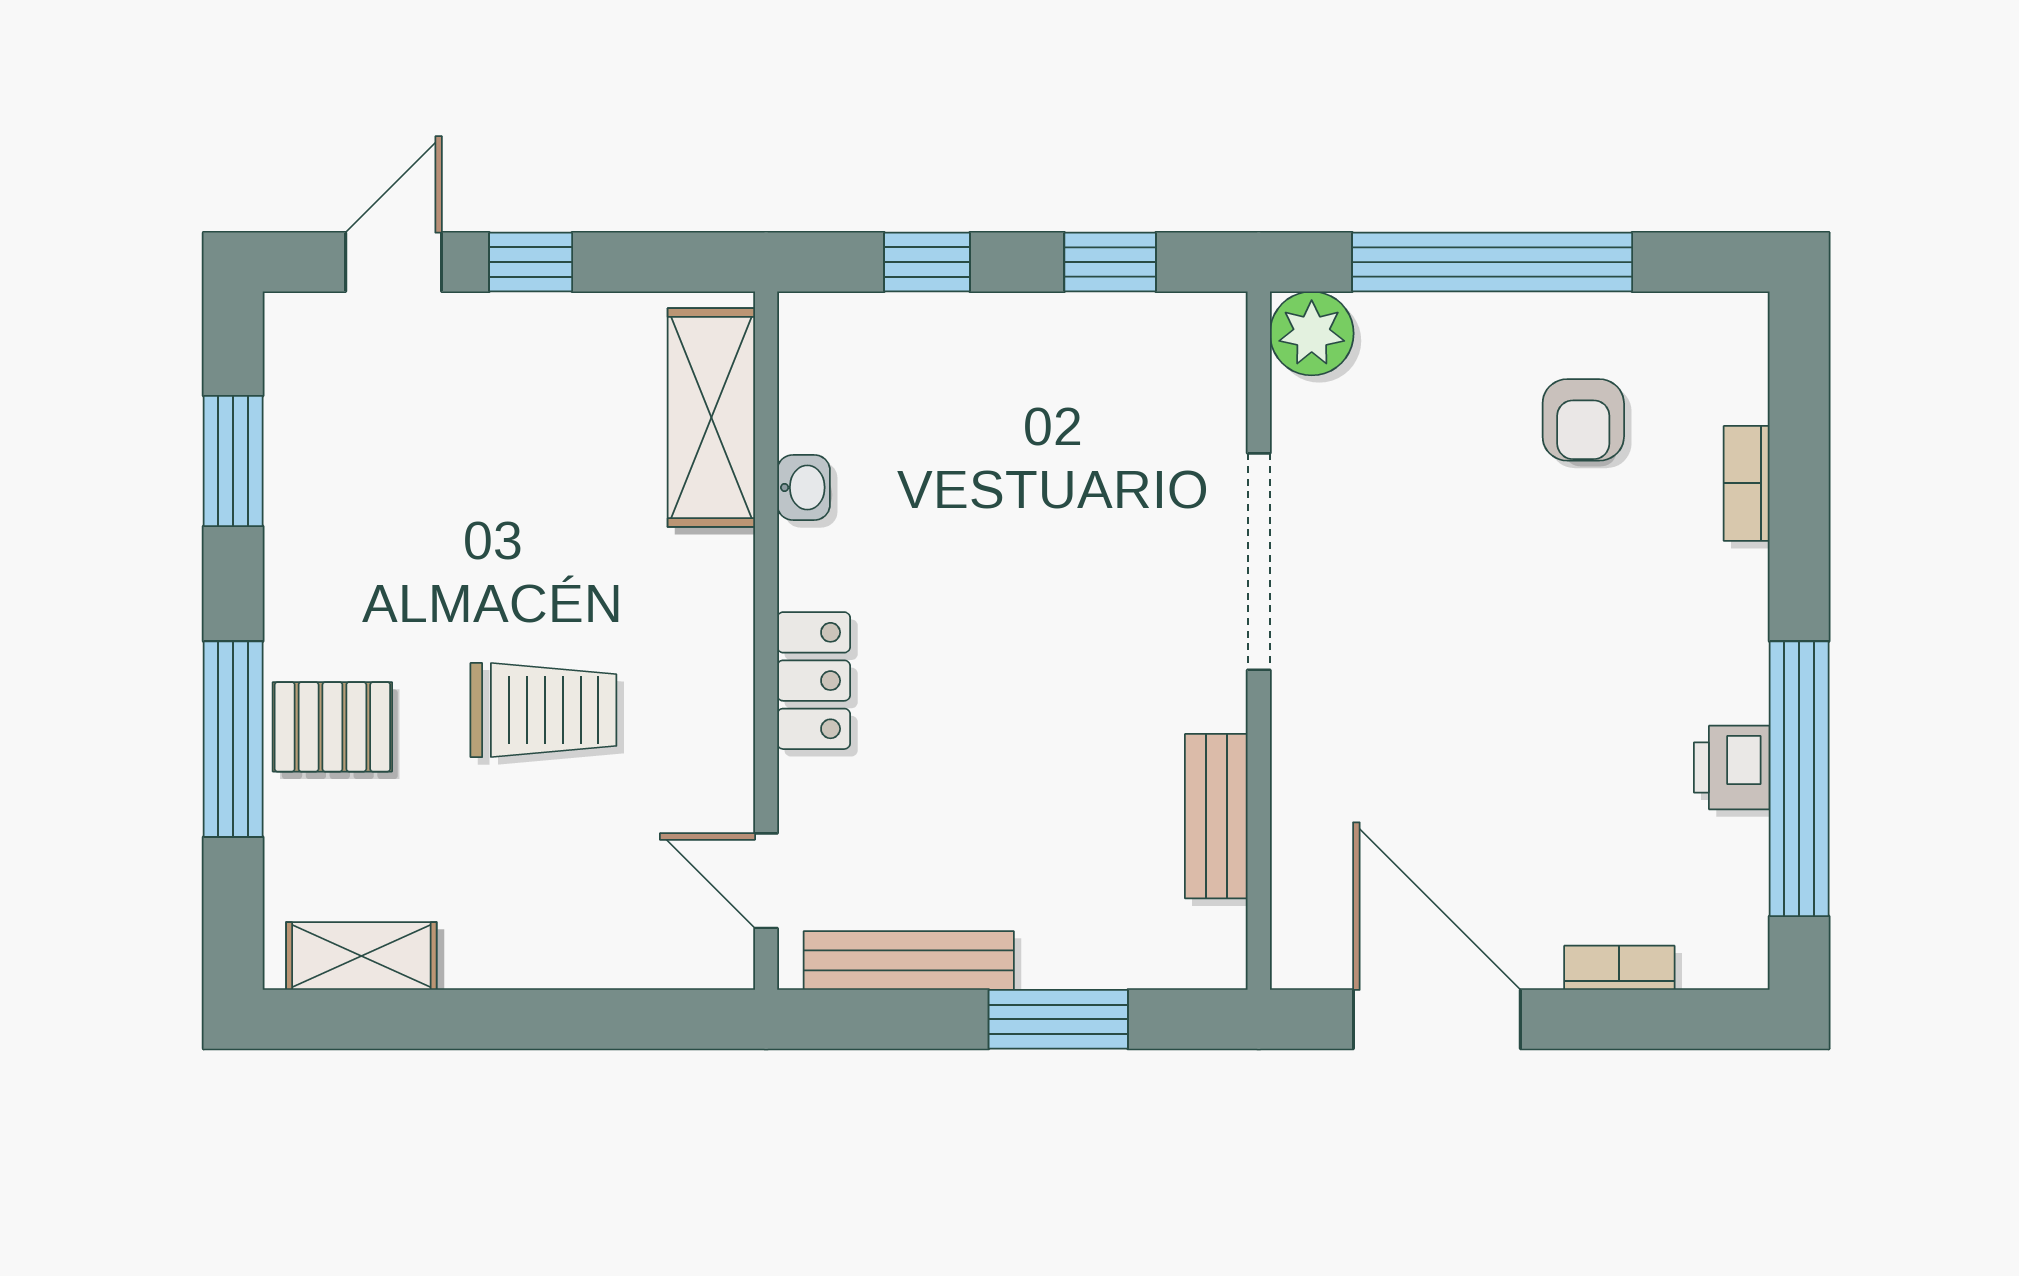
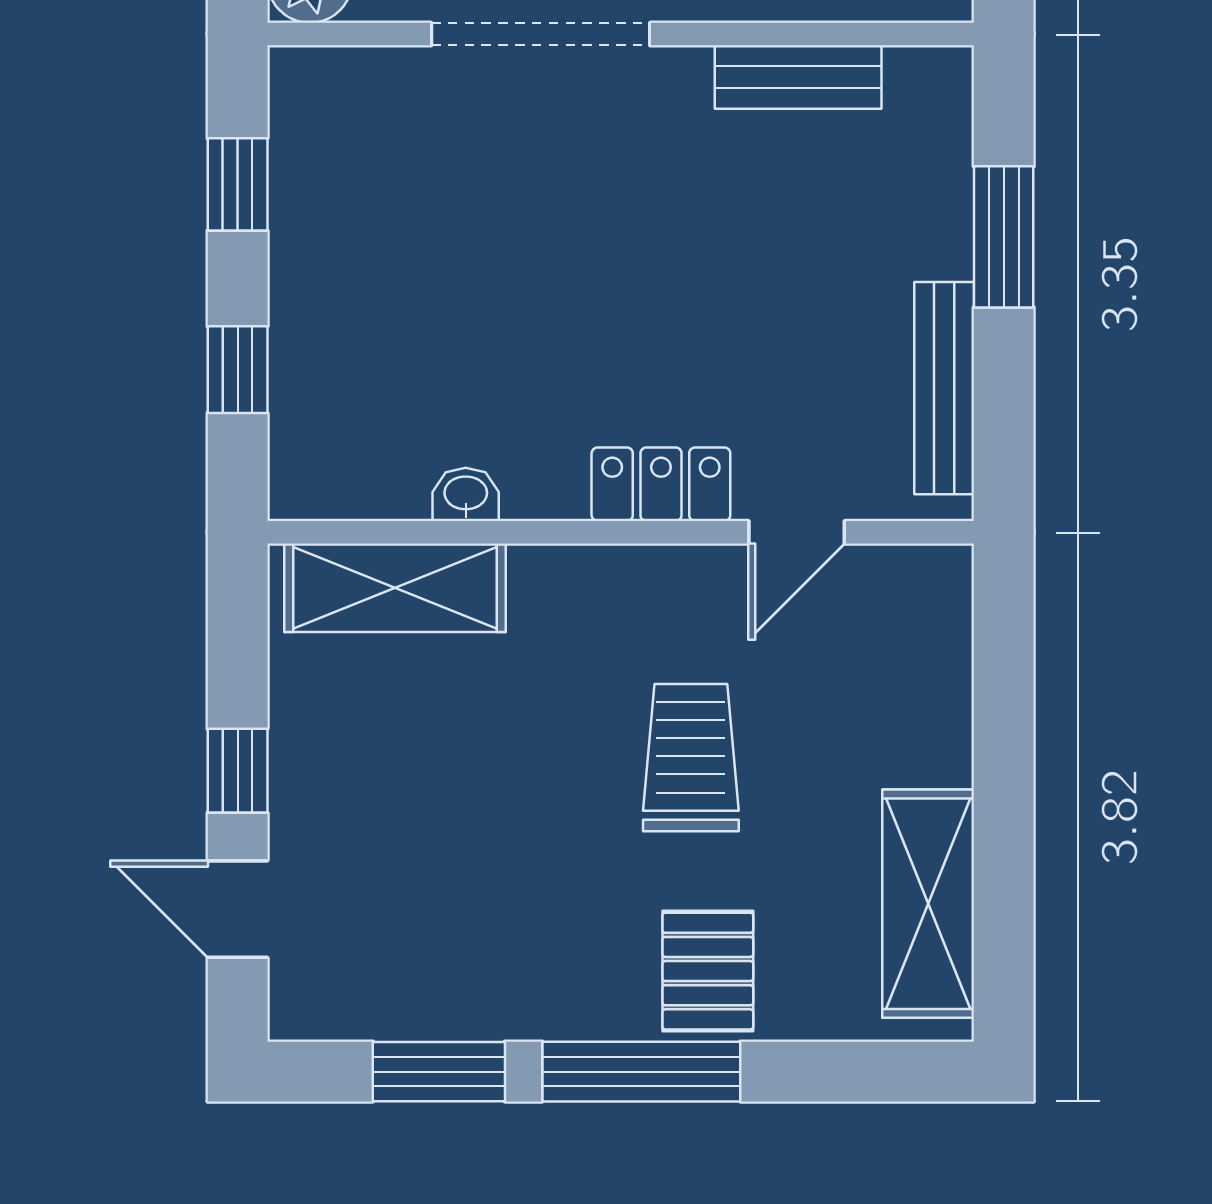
window: (233, 739) -> (641, 1072), moved
door: (766, 881) -> (797, 532), moved
shelving: (361, 956) -> (928, 904), width x1.50, depth x1.33

